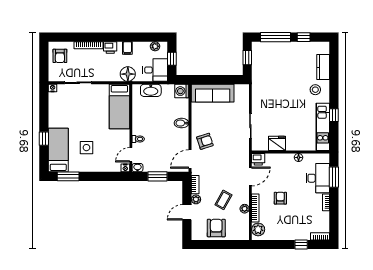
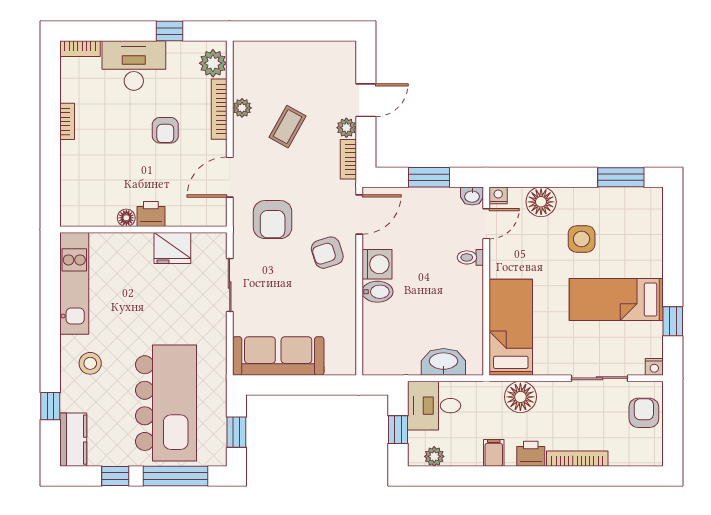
armchair: (60, 56) -> (644, 413), moved
kitchen counter: (323, 67) -> (73, 440), moved
kitchen island: (280, 71) -> (166, 403), added
floor lamp: (128, 74) -> (520, 397), moved
washing machine: (182, 91) -> (377, 264), moved
sofa: (213, 93) -> (278, 356), moved
window: (334, 115) -> (50, 406), moved
window: (44, 139) -> (673, 321), moved
bed: (58, 150) -> (616, 300), moved, turned 90
printer: (258, 159) -> (151, 214), moved
floor lamp: (105, 165) -> (541, 202), added
window: (334, 177) -> (50, 176), removed
desk: (318, 178) -> (134, 65), moved, turned 90
armchair: (216, 228) -> (273, 220), moved
window: (301, 244) -> (169, 31), moved

